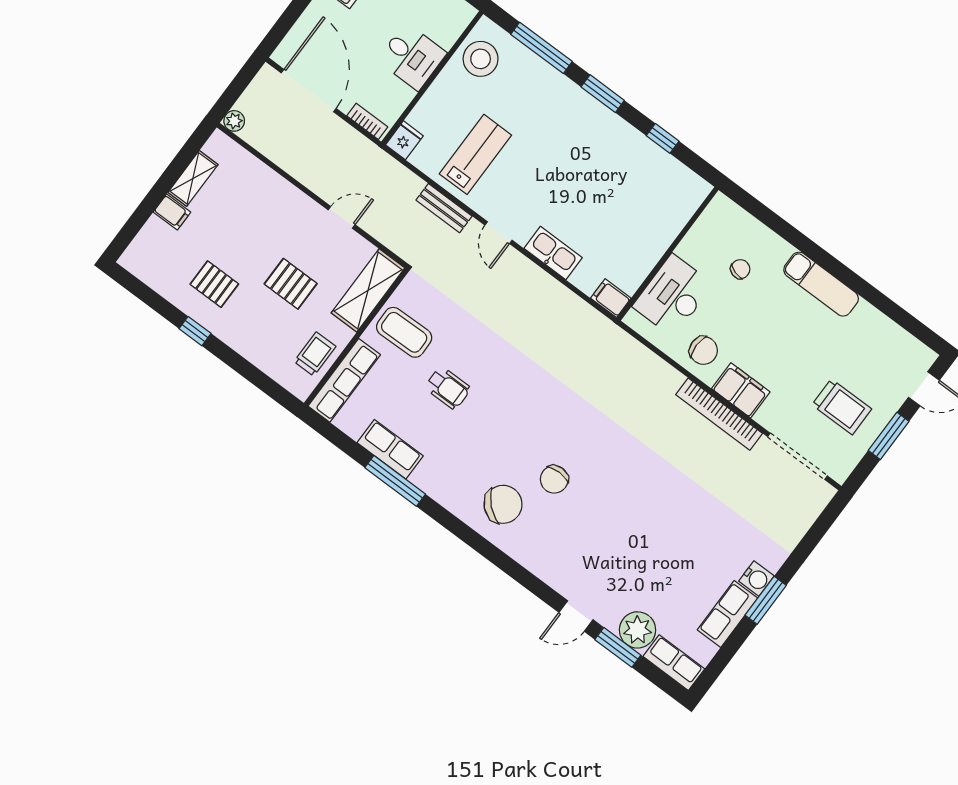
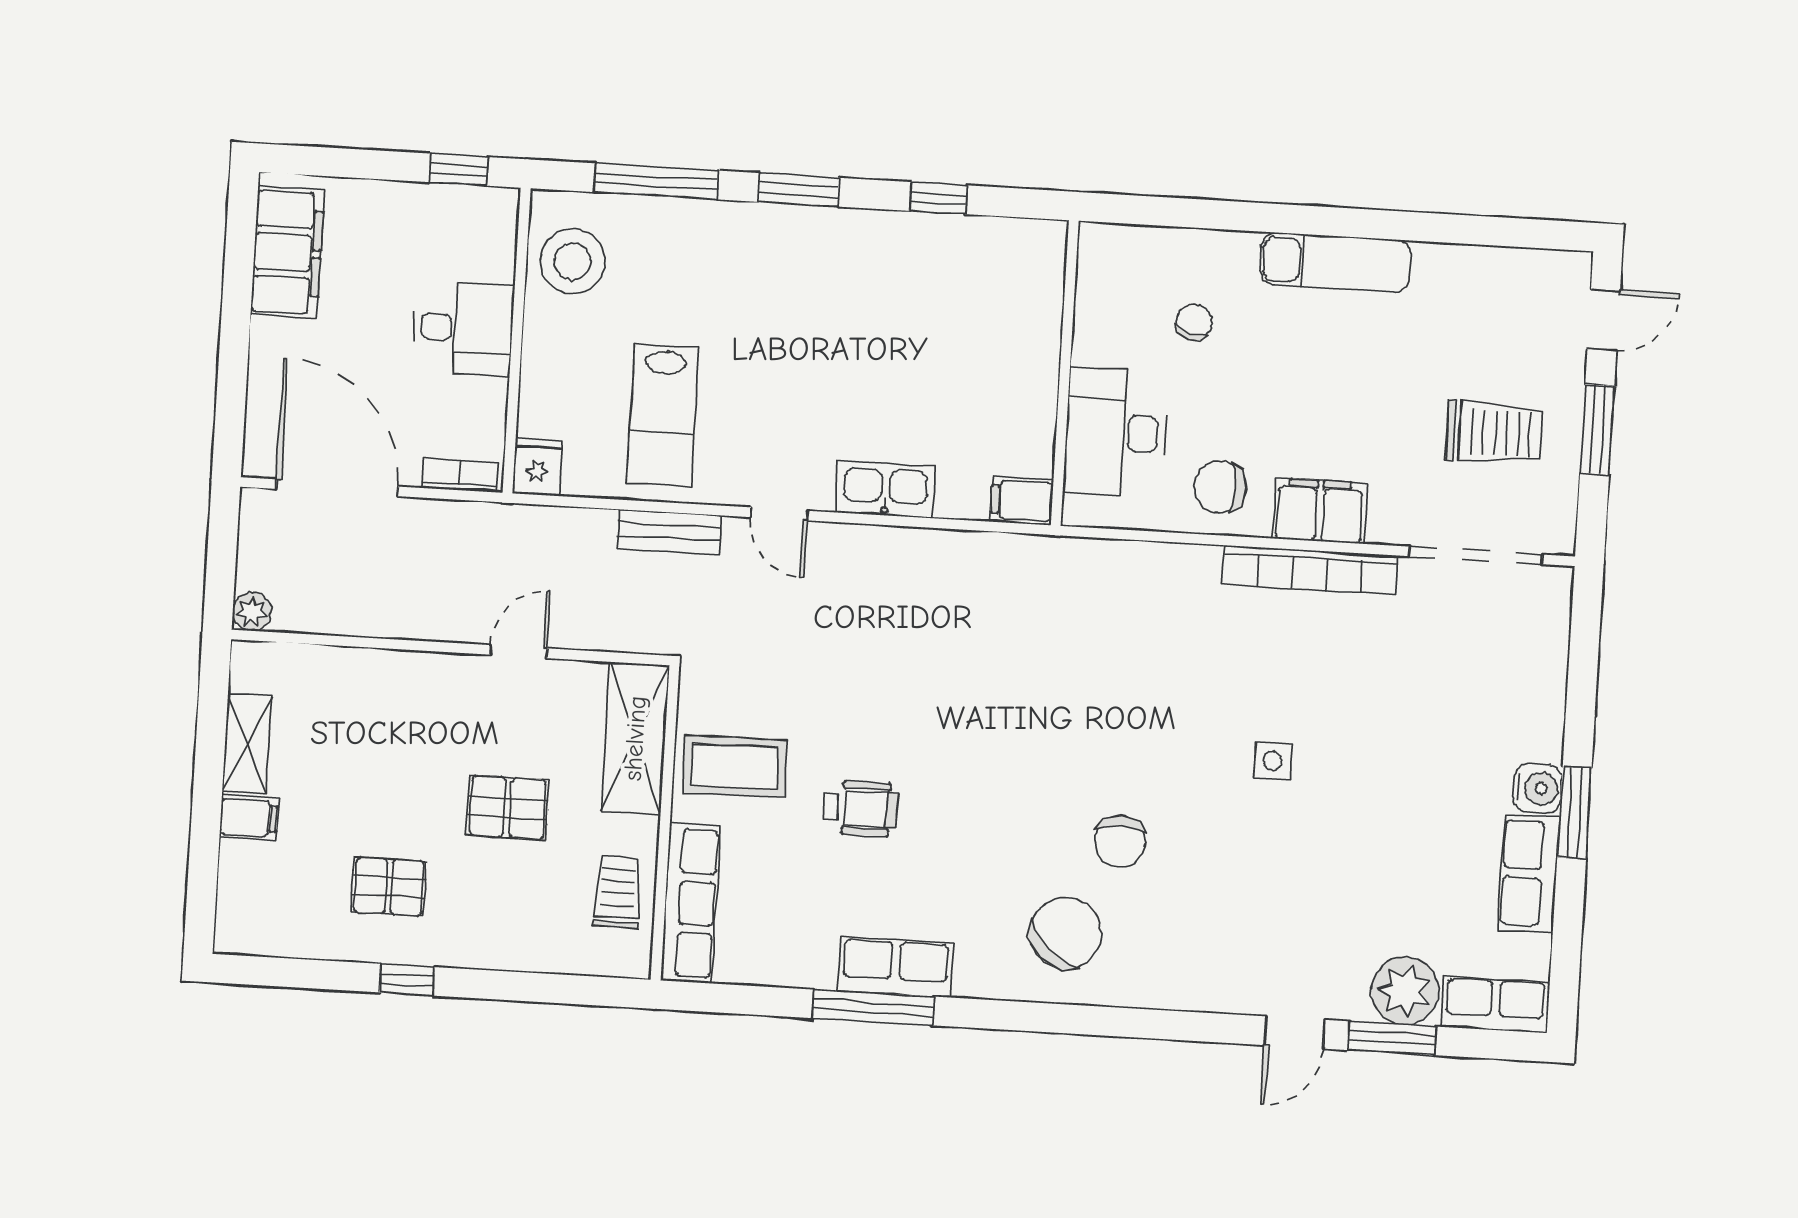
lab bench: (475, 154) -> (663, 416), turned 180
chair: (703, 350) -> (1220, 487), turned 180
row of seats: (390, 449) -> (895, 967), moved
side table: (646, 488) -> (1273, 761), added

